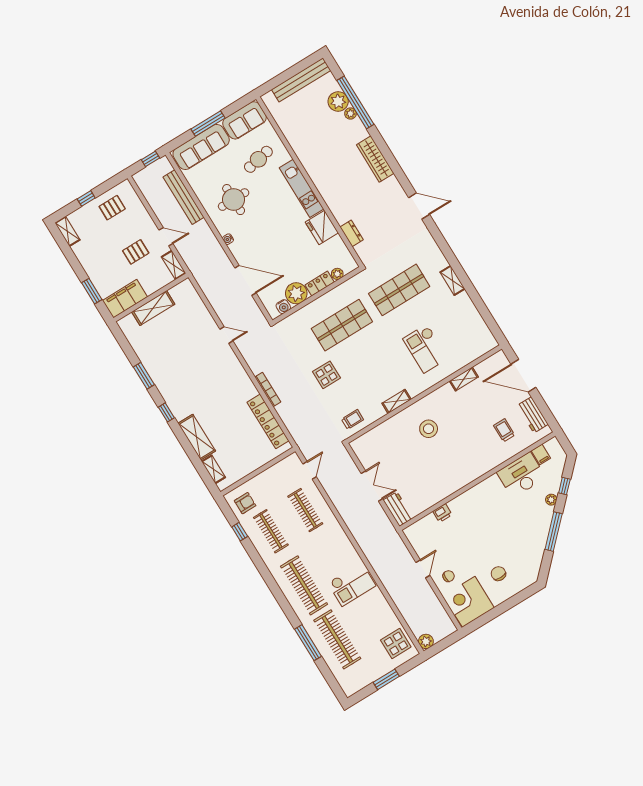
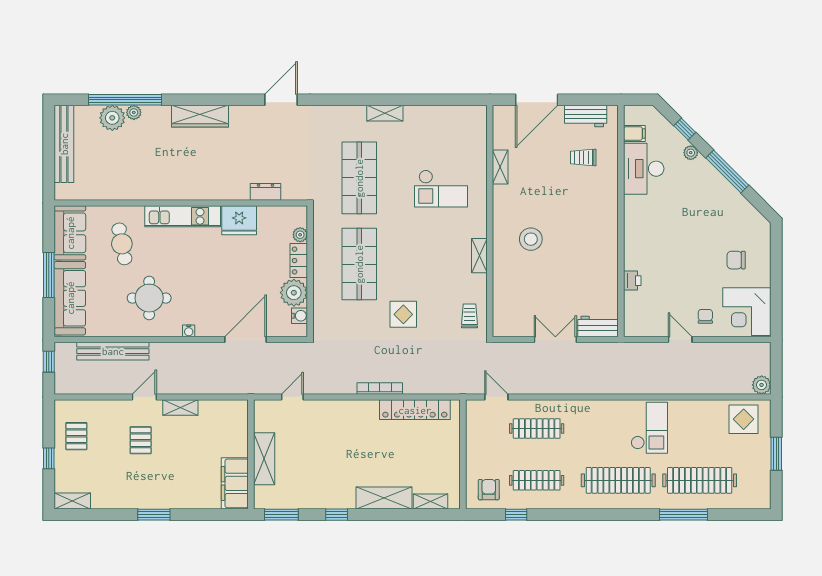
wall: (151, 298) -> (251, 454), moved
filing cabinet: (125, 299) -> (235, 483), moved
shelving: (153, 308) -> (264, 459), moved

